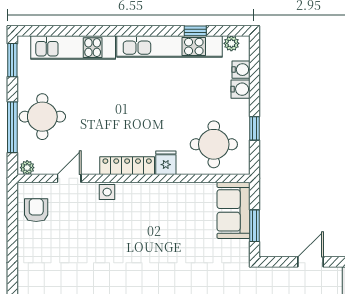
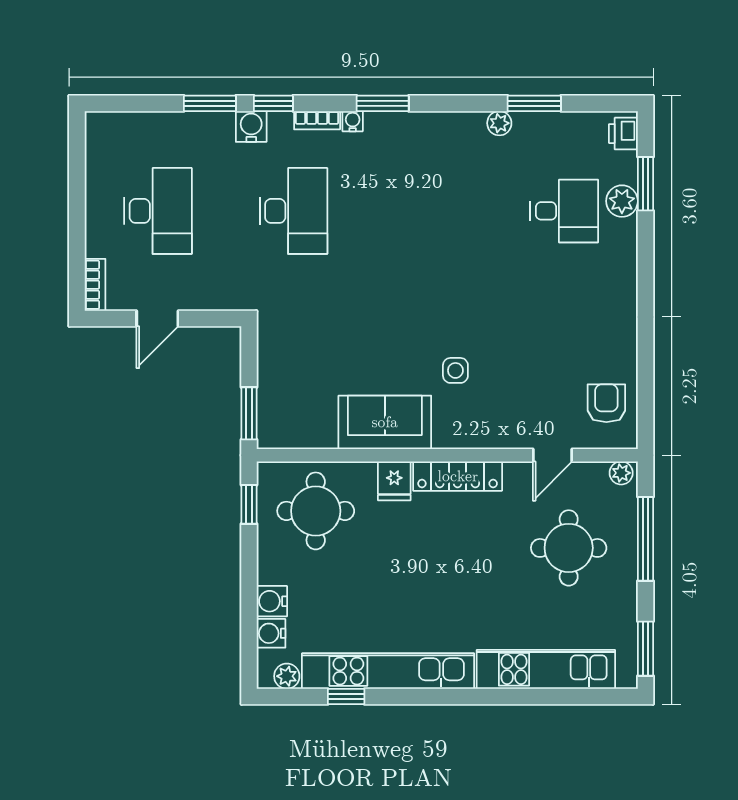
round table: (42, 117) -> (569, 548), moved
window: (255, 128) -> (249, 504), moved
side table: (107, 192) -> (455, 370), moved
armchair: (36, 210) -> (606, 403), turned 180
sofa: (233, 210) -> (385, 422), moved, turned -90
window: (255, 226) -> (249, 413), moved

